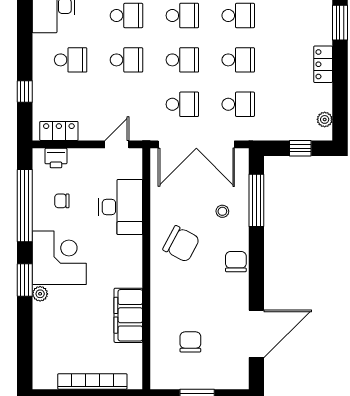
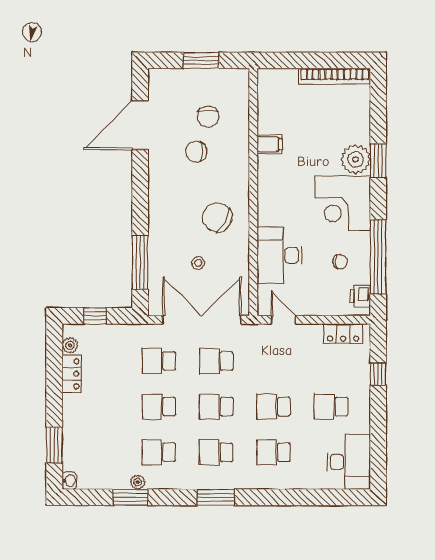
locker: (323, 64) -> (72, 374), moved
door: (117, 144) -> (283, 320), swing flipped
printer: (56, 158) -> (360, 296), moved, turned -90
stool: (222, 211) -> (198, 263), moved
chair: (236, 262) -> (196, 152), moved, turned 90
window: (25, 280) -> (378, 161), moved
plant: (40, 294) -> (355, 159), width x1.87, depth x1.87
filing cabinet: (128, 315) -> (270, 144), width x0.33, depth x0.86
bookcase: (92, 381) -> (335, 76), moved

